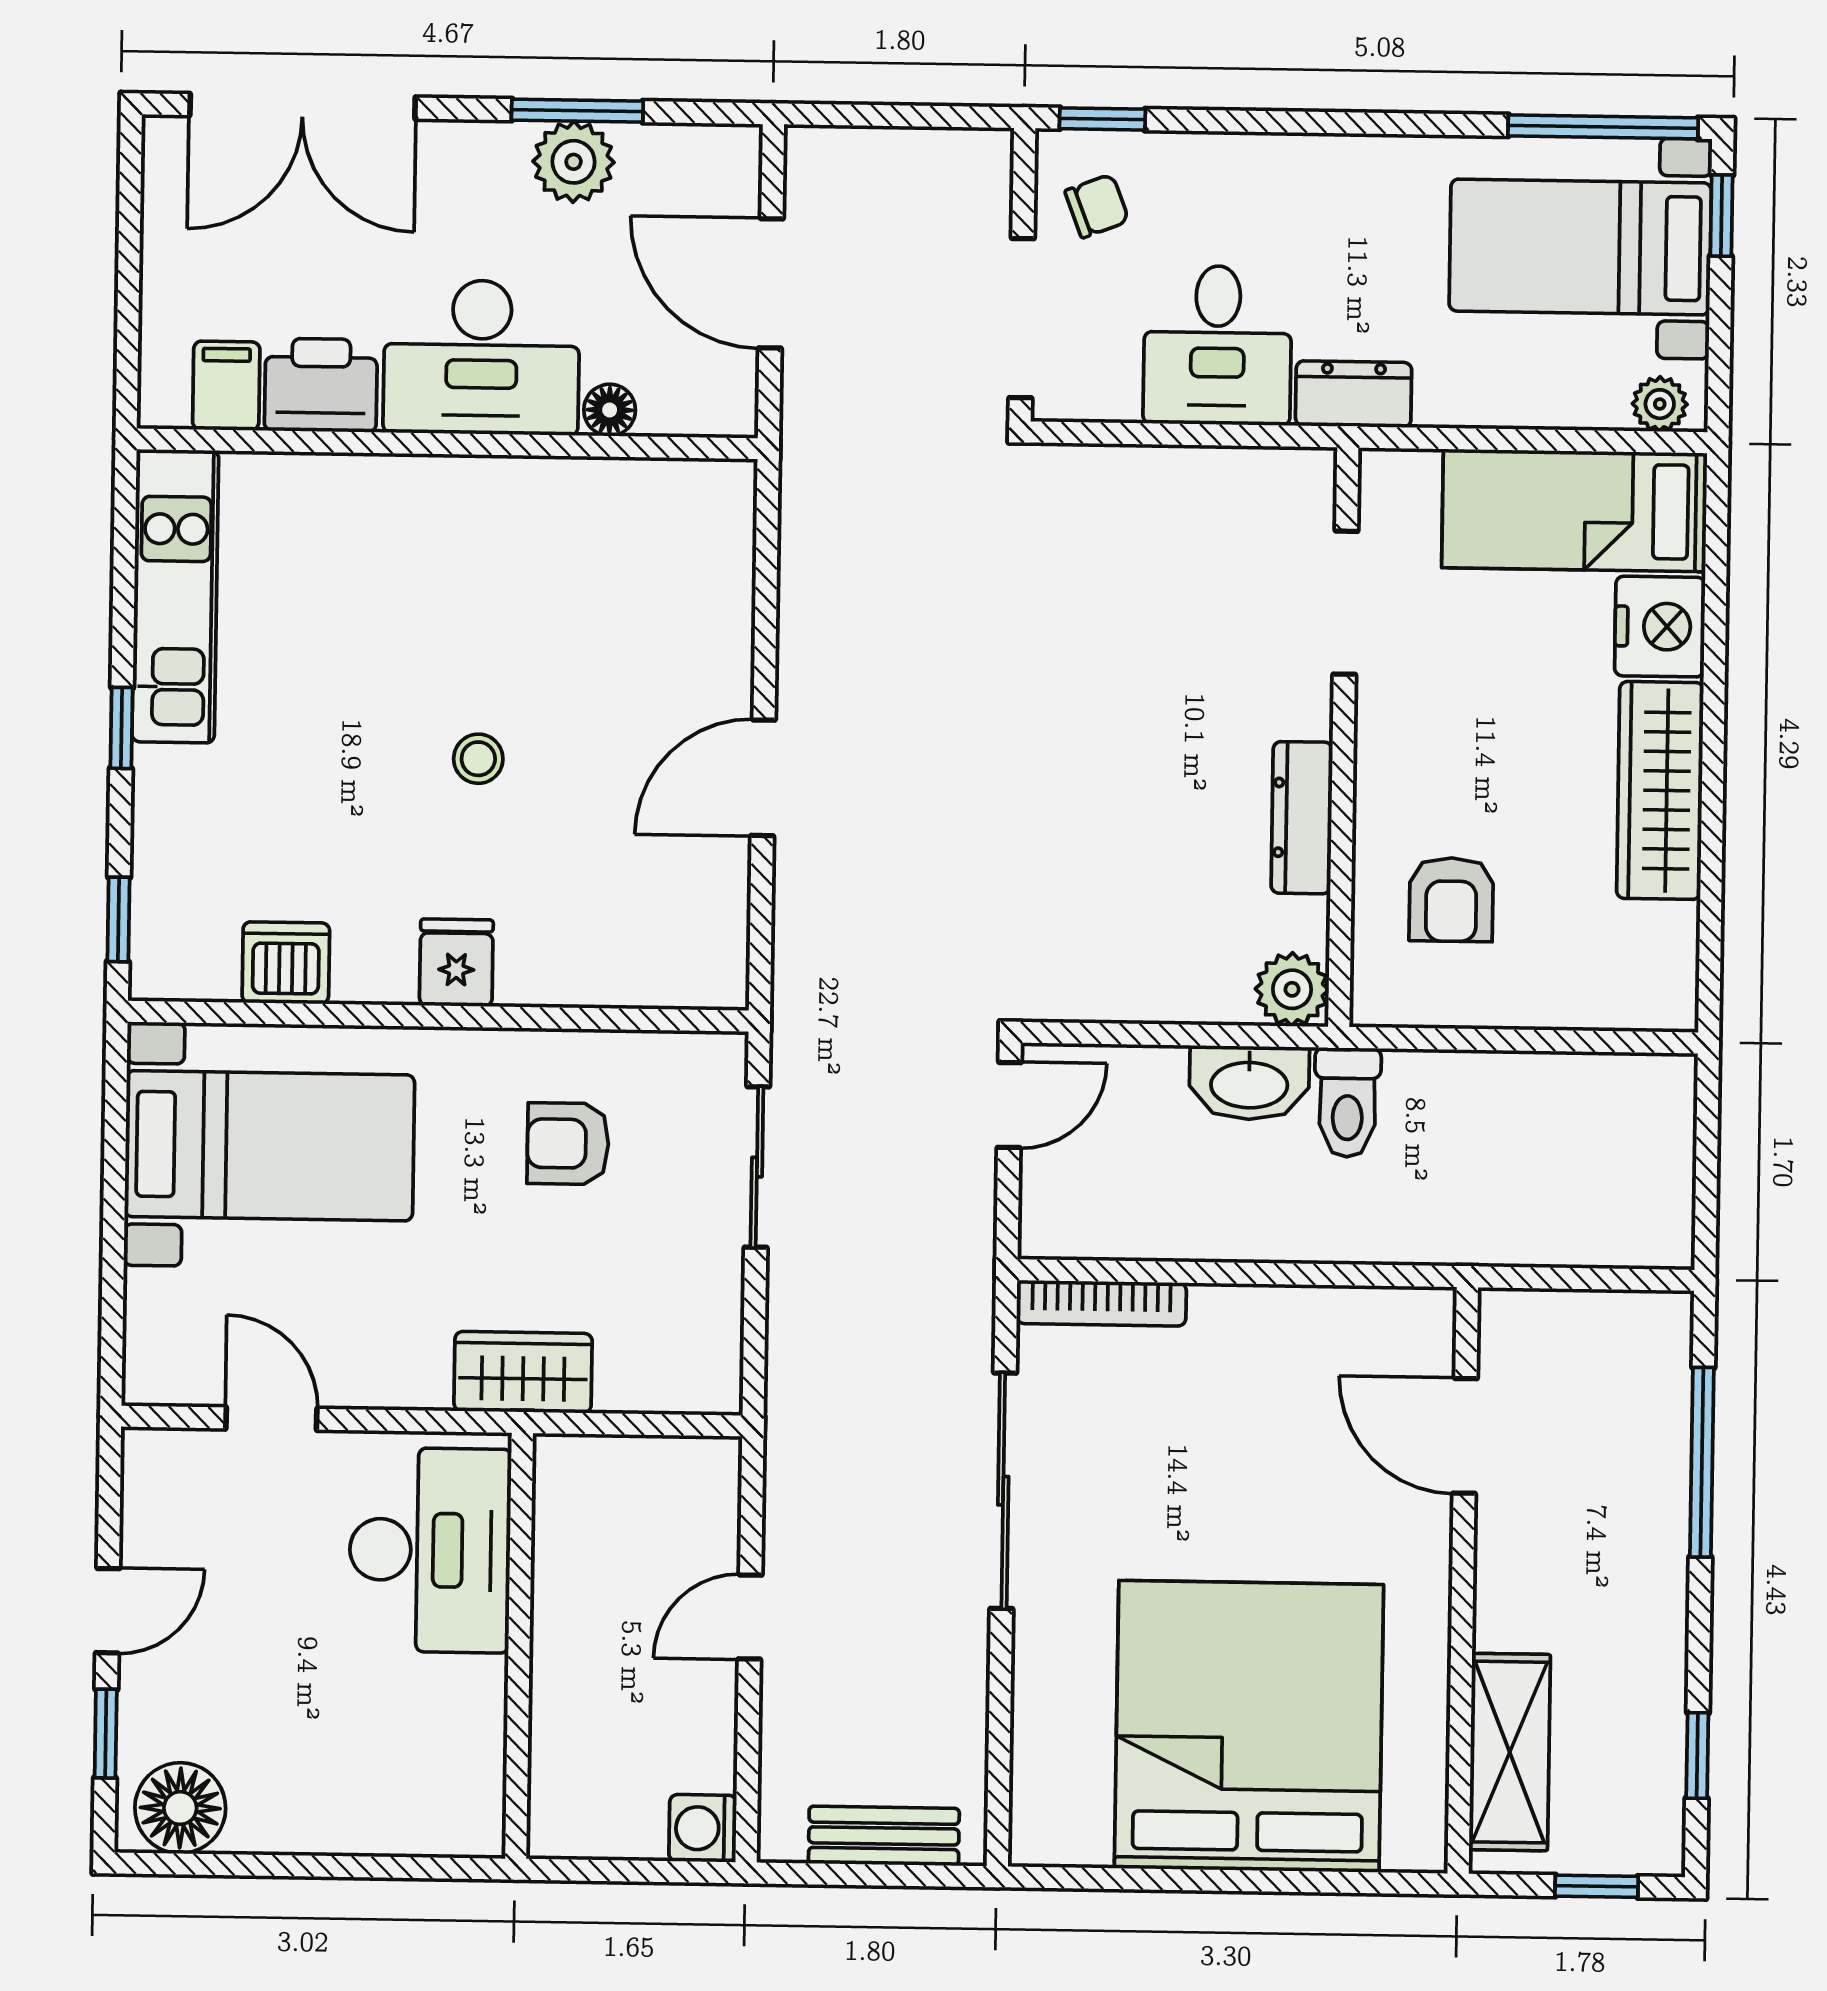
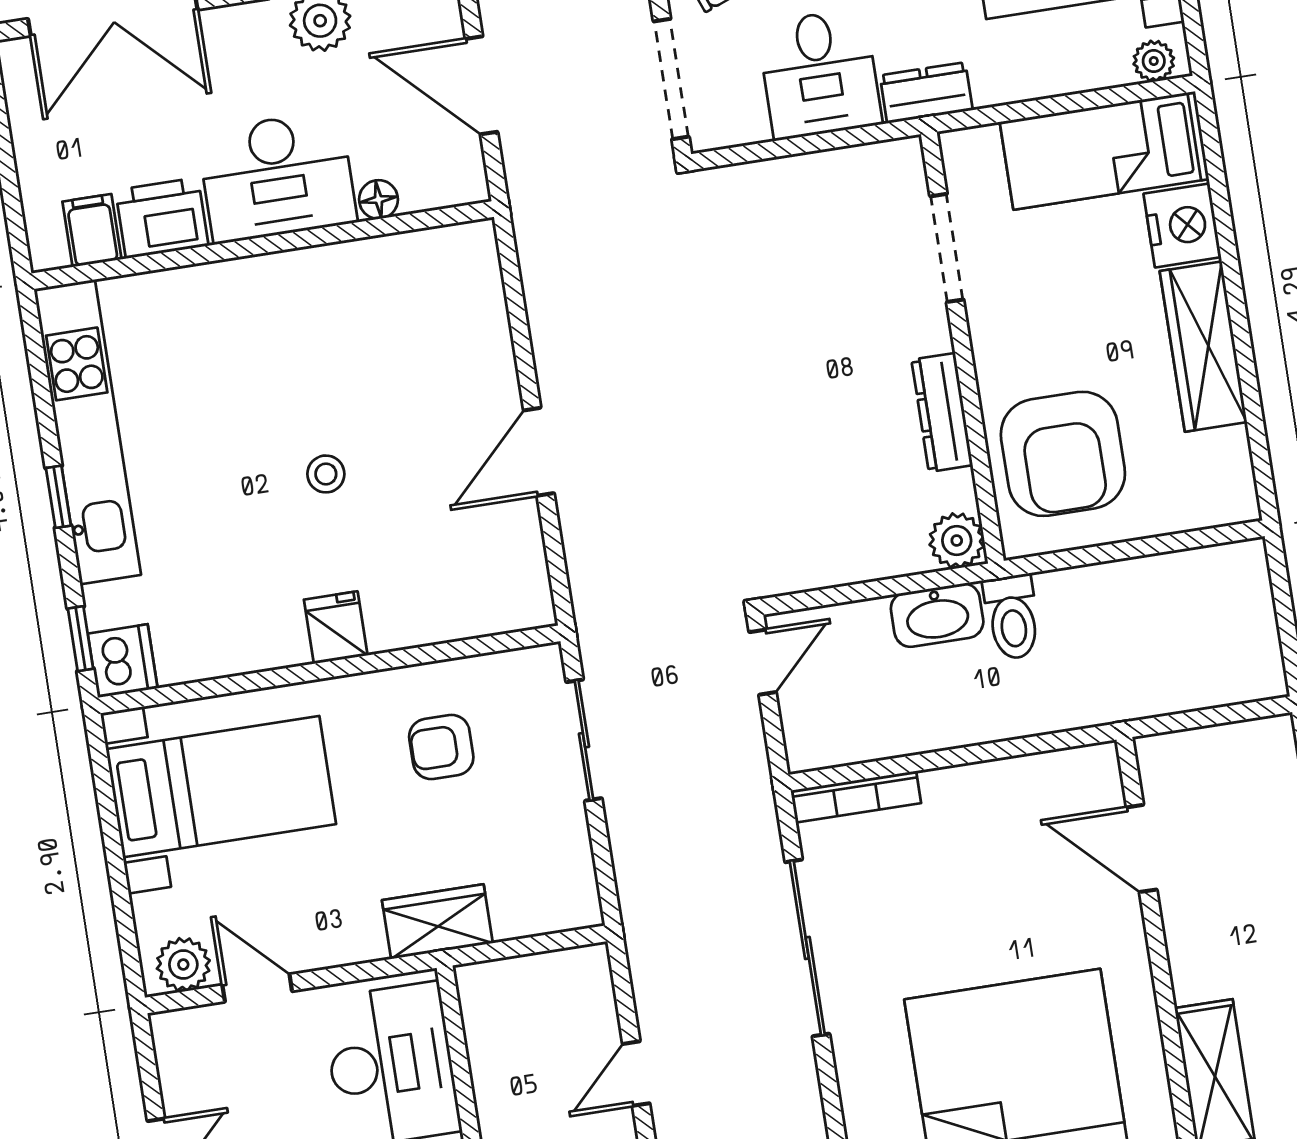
kitchen unit: (175, 596) -> (87, 432), width x1.36
armchair: (1451, 900) -> (1063, 454), width x1.88, depth x1.88
dishwasher: (286, 963) -> (123, 661), moved, turned 90
plant: (180, 1371) -> (183, 964), added

